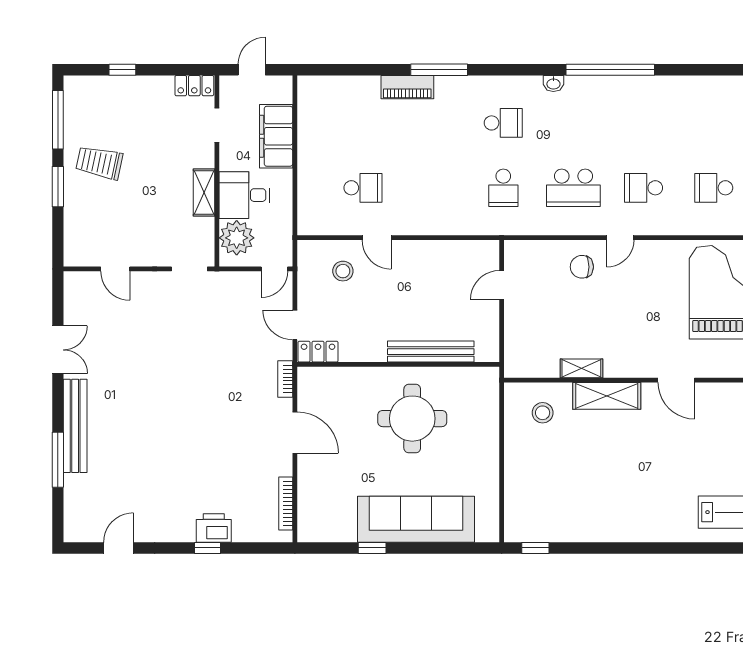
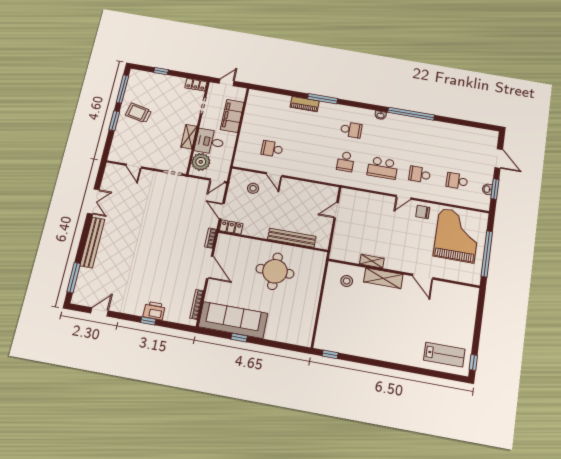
school desk: (363, 188) -> (272, 149), turned 180
chair: (582, 267) -> (423, 212), moved
window: (58, 460) -> (74, 278), moved
sofa: (416, 519) -> (233, 320), moved

